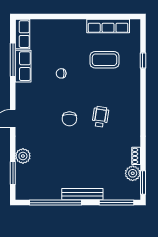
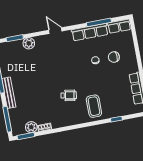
coffee table: (105, 60) -> (94, 106), moved
row of seats: (23, 66) -> (90, 32), width x1.48
chair: (69, 119) -> (114, 57), moved

